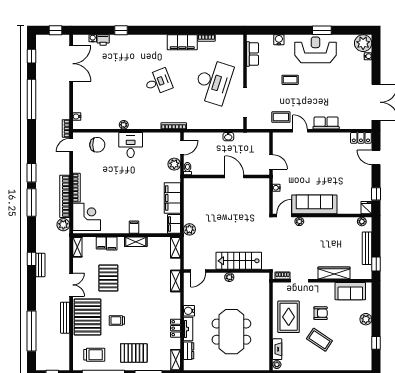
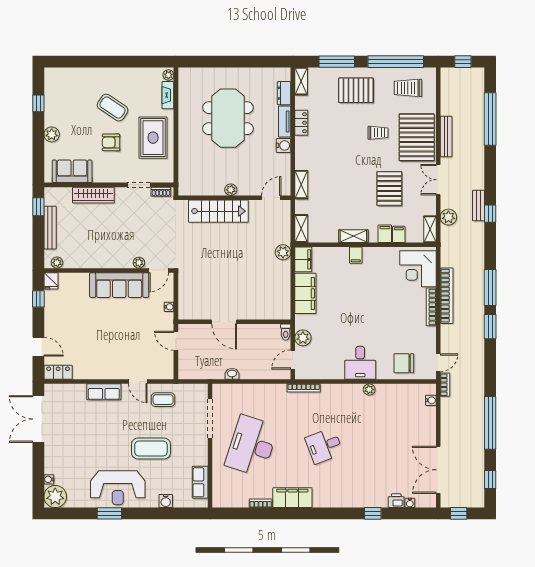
coffee table: (290, 80) -> (151, 448), width x1.86, depth x1.72
plant: (63, 225) -> (448, 217), moved

